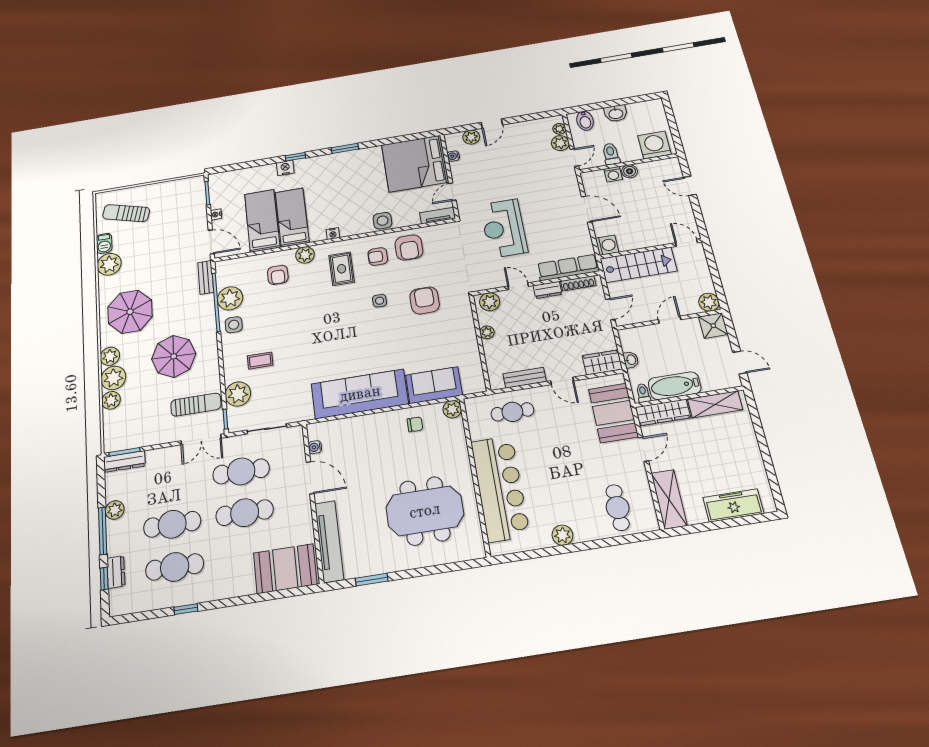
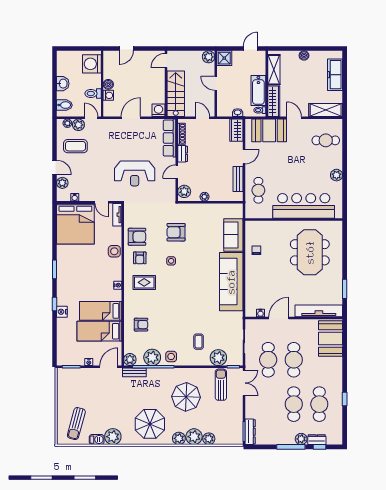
coffee table: (528, 145) -> (75, 146), added
plant: (305, 255) -> (130, 359), moved
plant: (452, 409) -> (251, 226), removed
boiler: (752, 449) -> (304, 55), added
plant: (115, 510) -> (301, 439), moved

